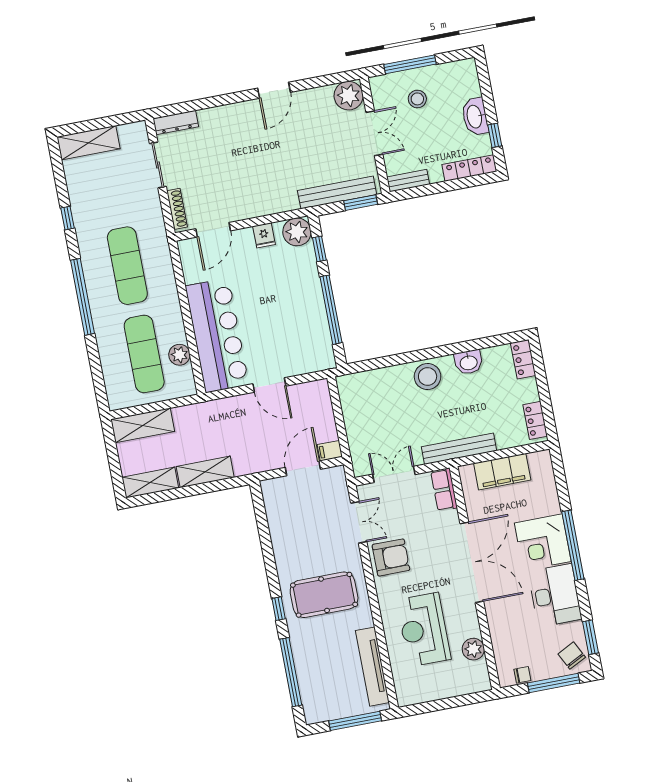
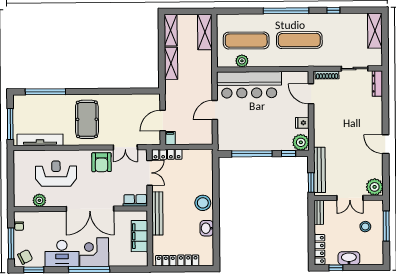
locker: (523, 359) -> (188, 260), moved
locker: (358, 451) -> (167, 154), added
door: (303, 468) -> (163, 121), swing flipped
window: (279, 609) -> (84, 91), removed

